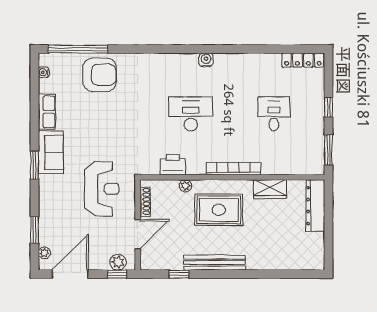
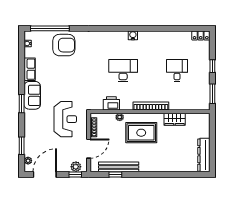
locker: (303, 60) -> (201, 36), width x0.66
dresser: (315, 206) -> (204, 155), moved
bench: (214, 263) -> (119, 167), moved

